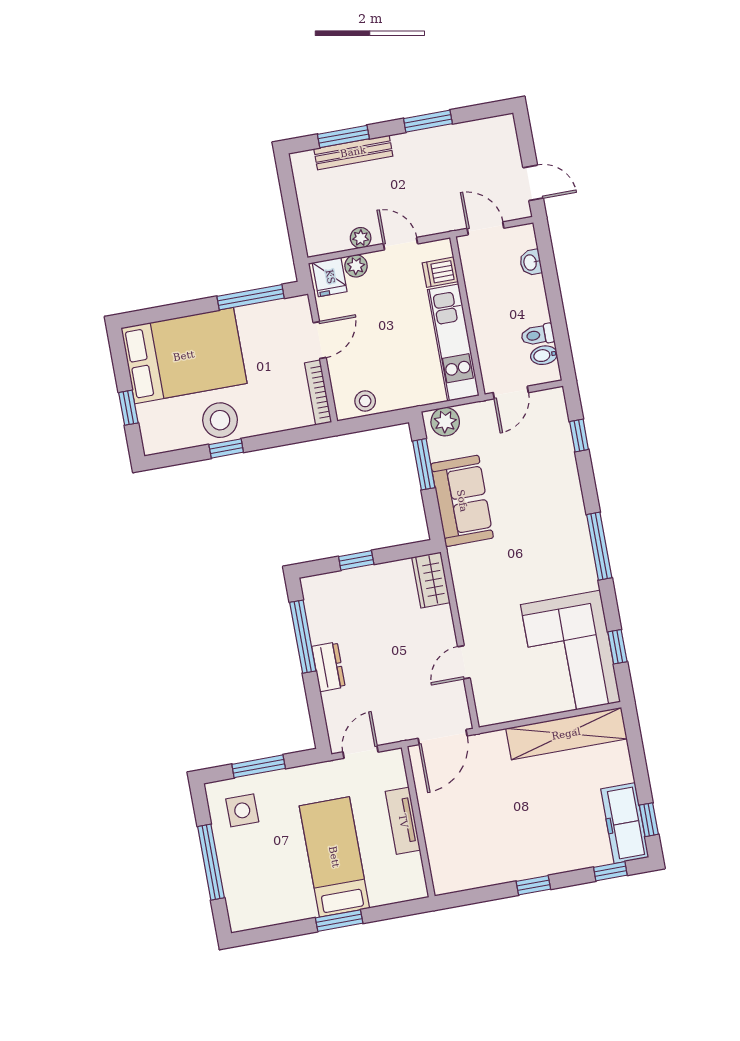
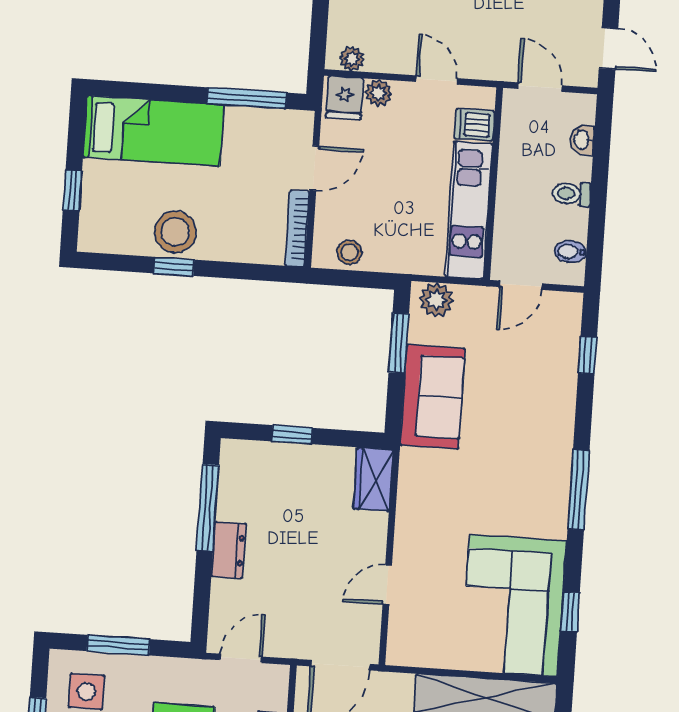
plant: (361, 238) -> (352, 59), moved
toilet: (538, 335) -> (571, 194), moved
bed: (184, 356) -> (153, 131), width x0.67

